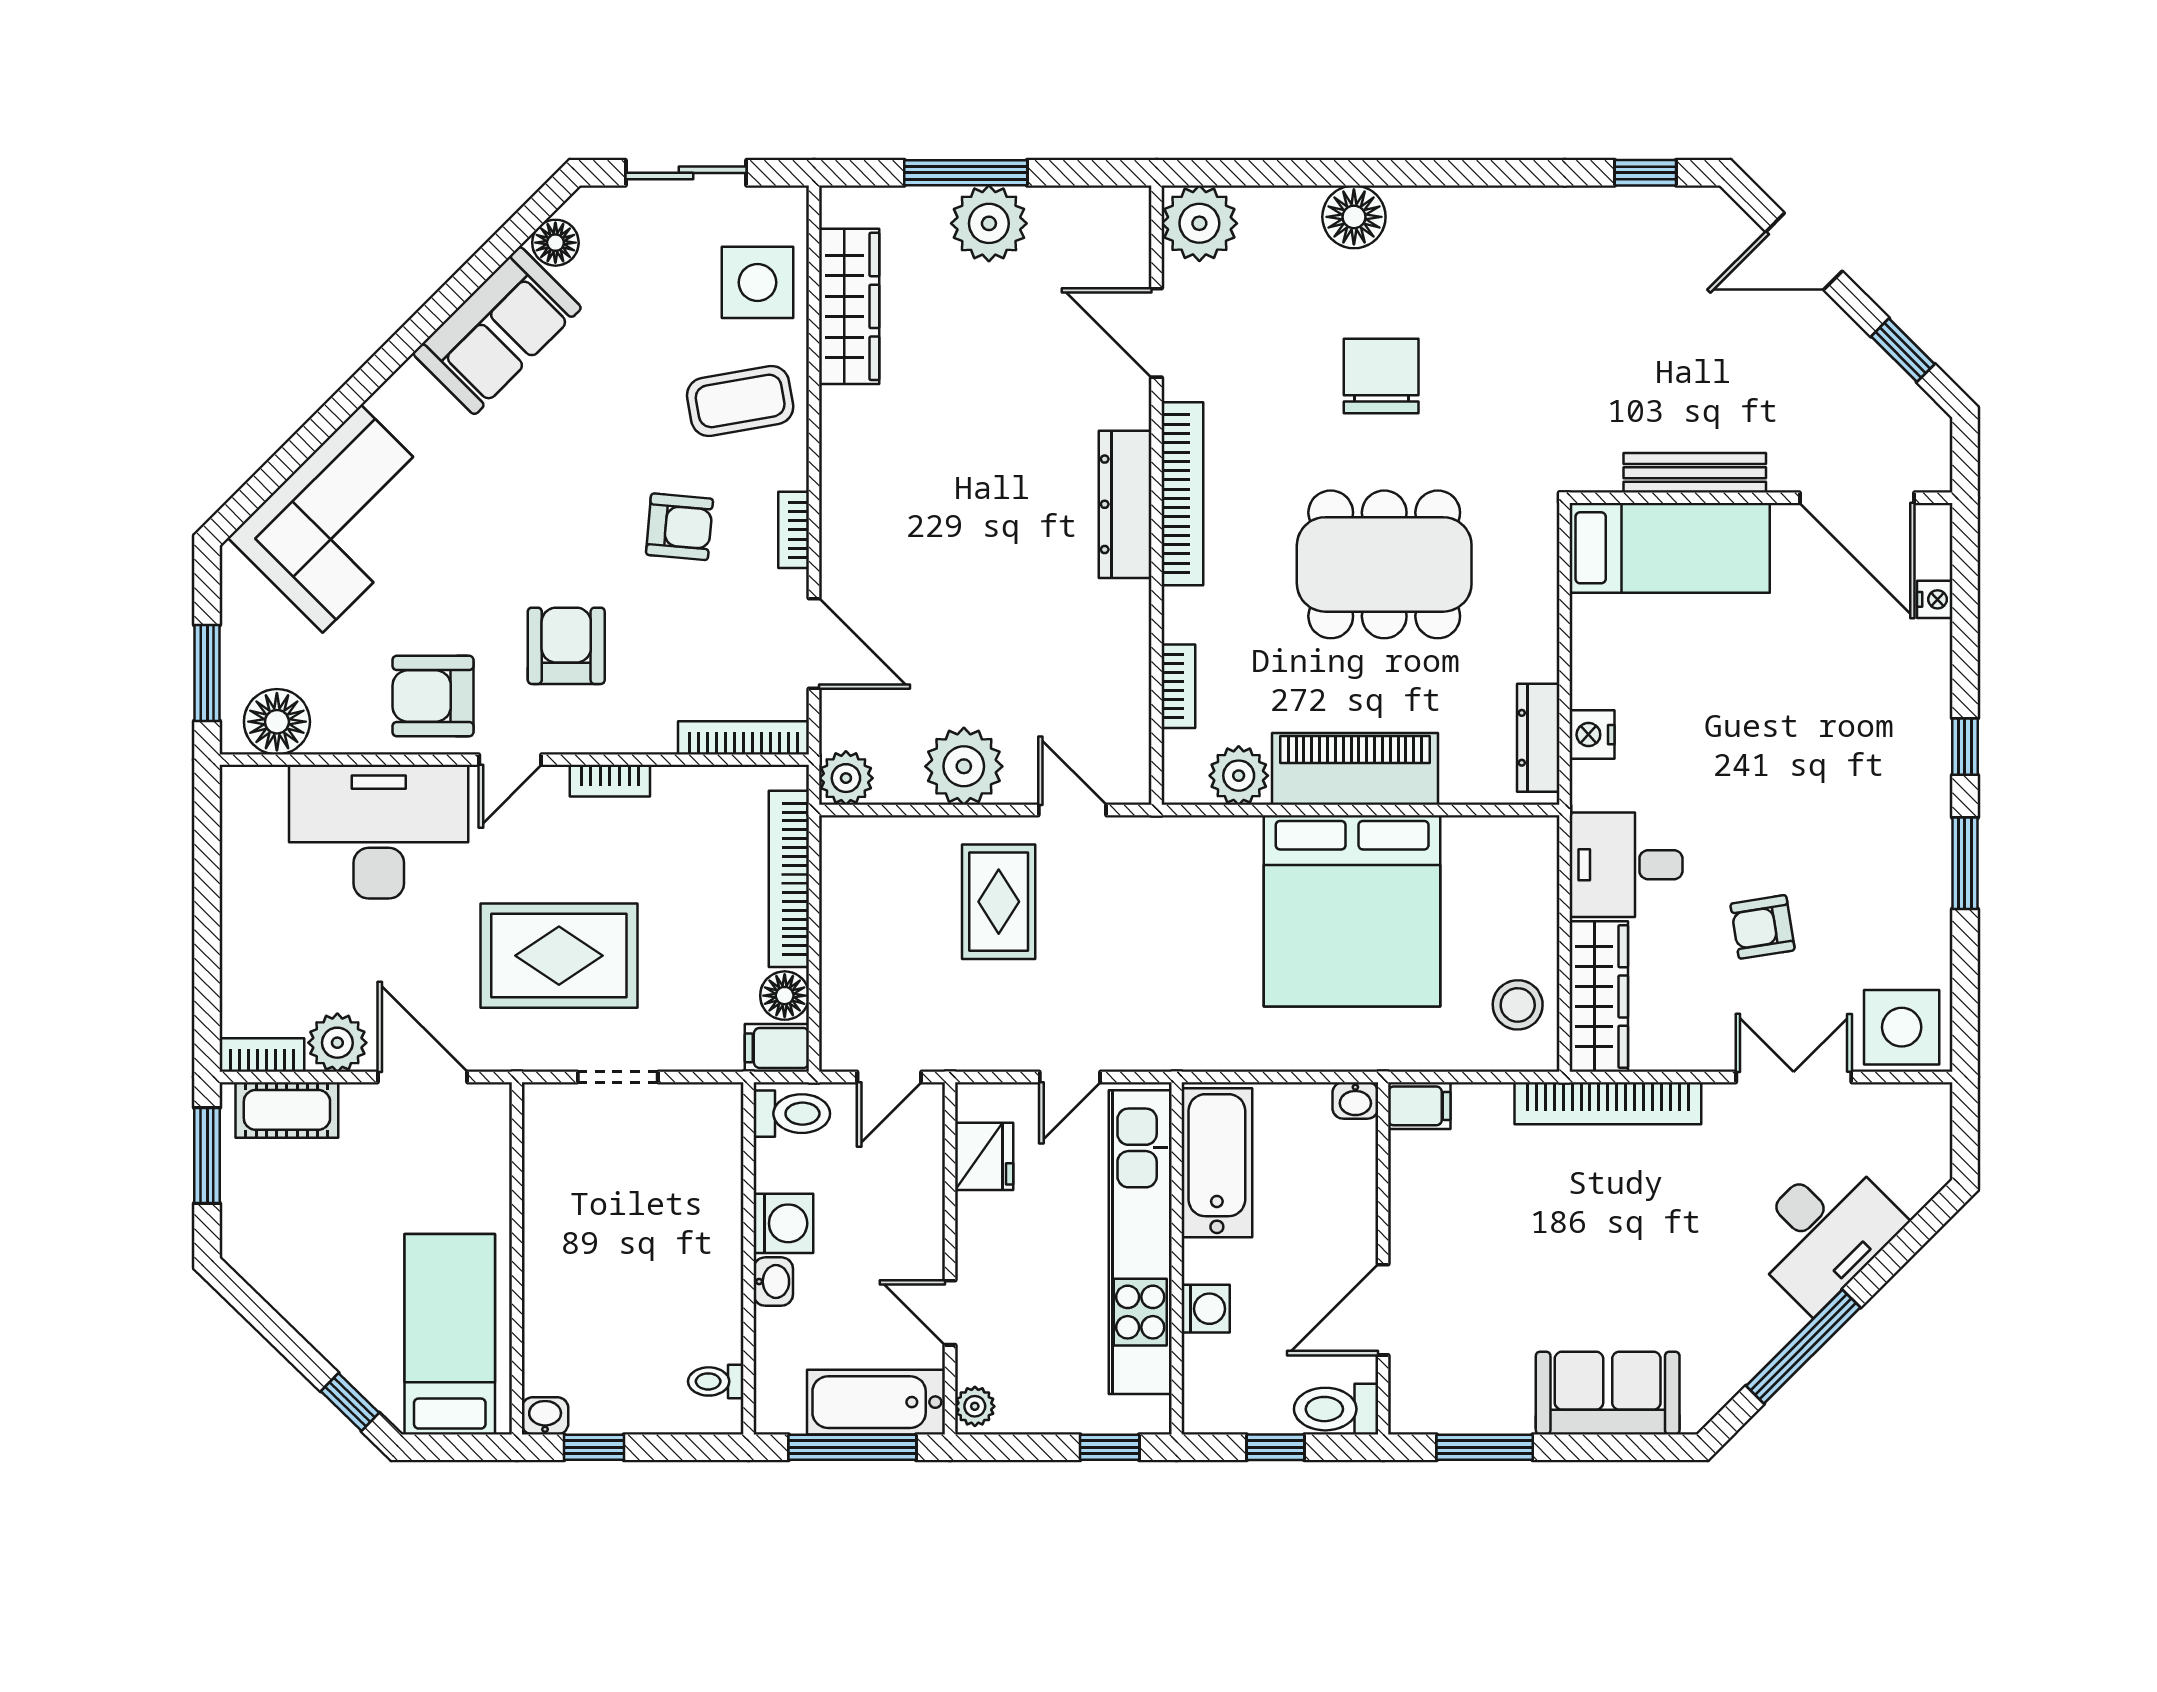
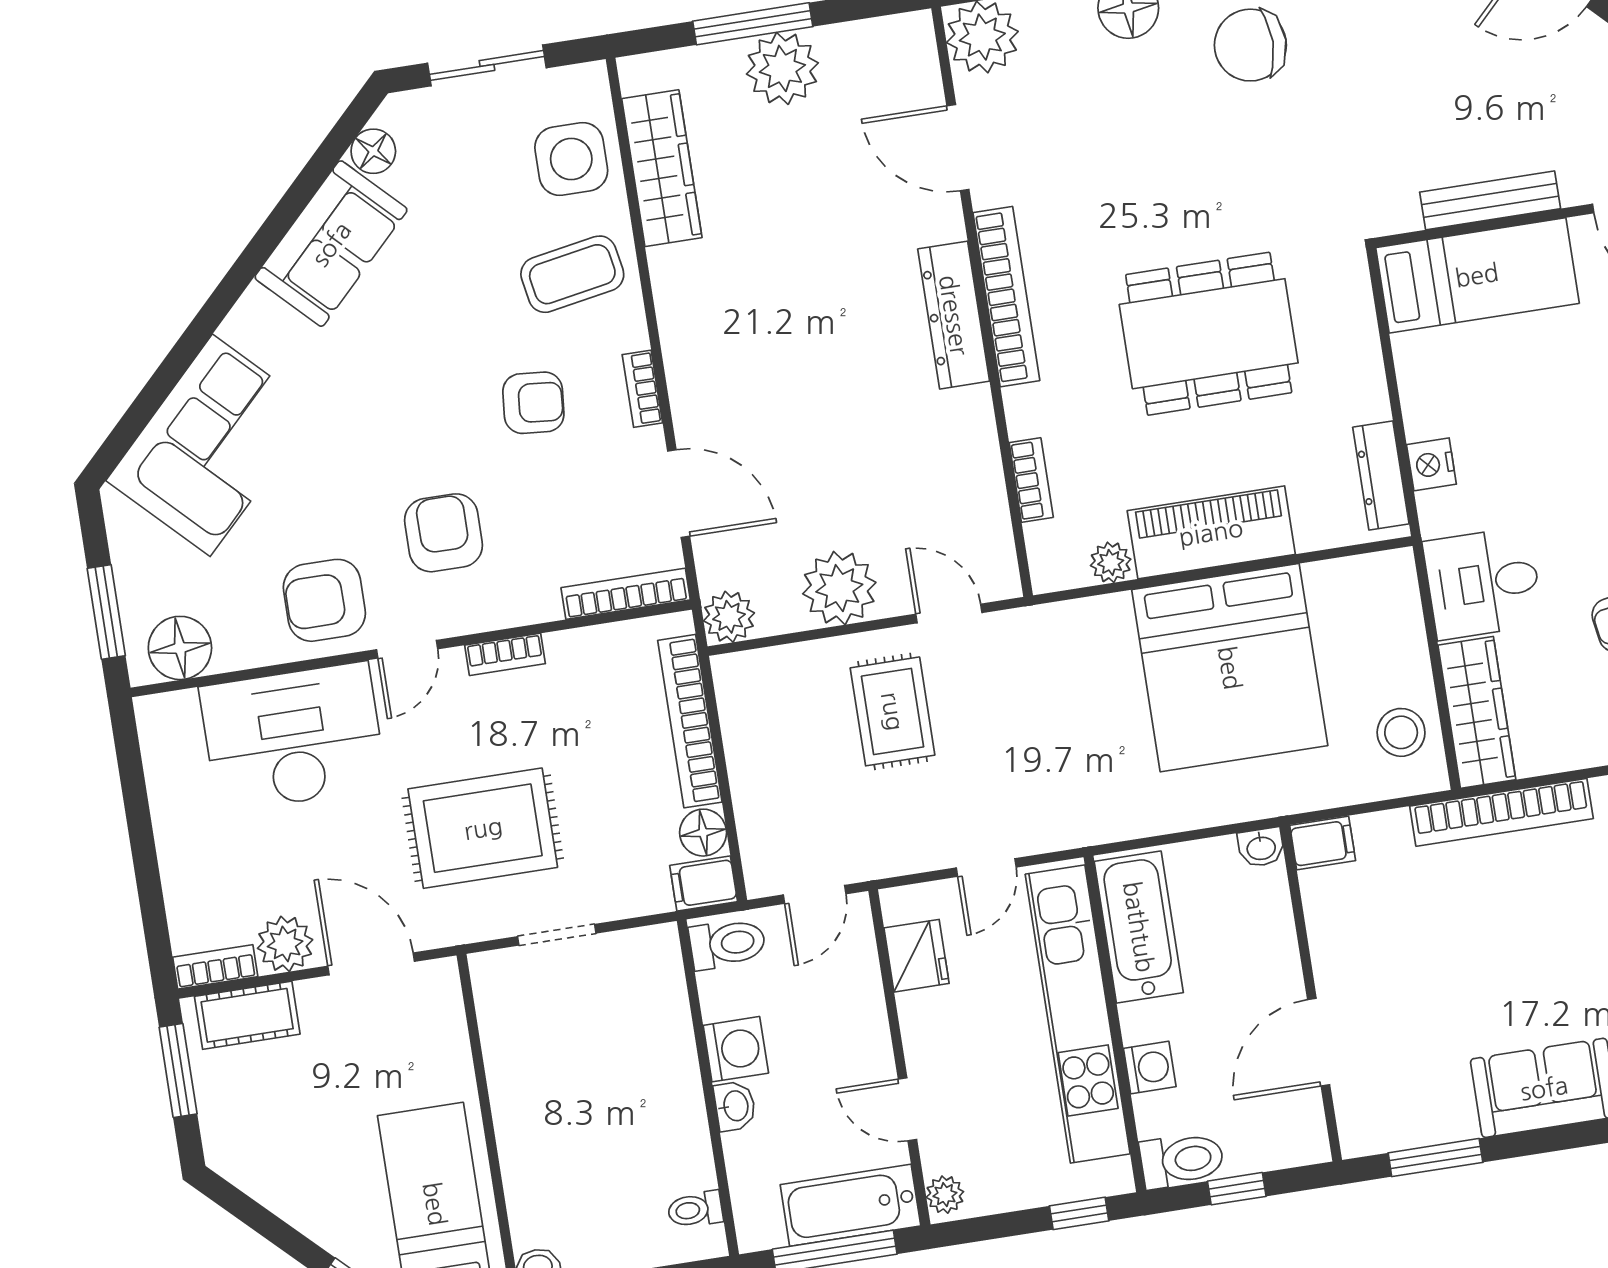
chair: (1381, 376) -> (1250, 45), moved, turned -90
plant: (1239, 776) -> (1111, 562), width x0.73, depth x0.73
toilet: (1336, 1409) -> (1182, 1160), moved, turned 180

